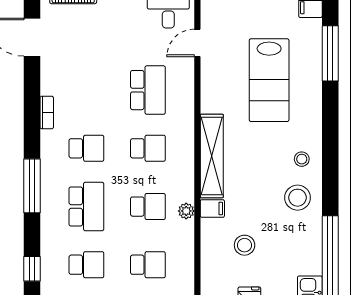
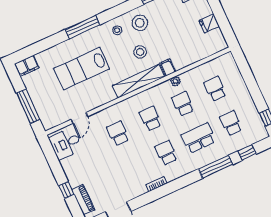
door: (197, 43) -> (79, 118), hinge flipped
window: (330, 53) -> (82, 27), moved
lab bench: (269, 80) -> (82, 69), turned 180
school desk: (148, 90) -> (118, 133), width x0.54
window: (32, 186) -> (216, 167), moved
stool: (245, 245) -> (140, 52), moved

